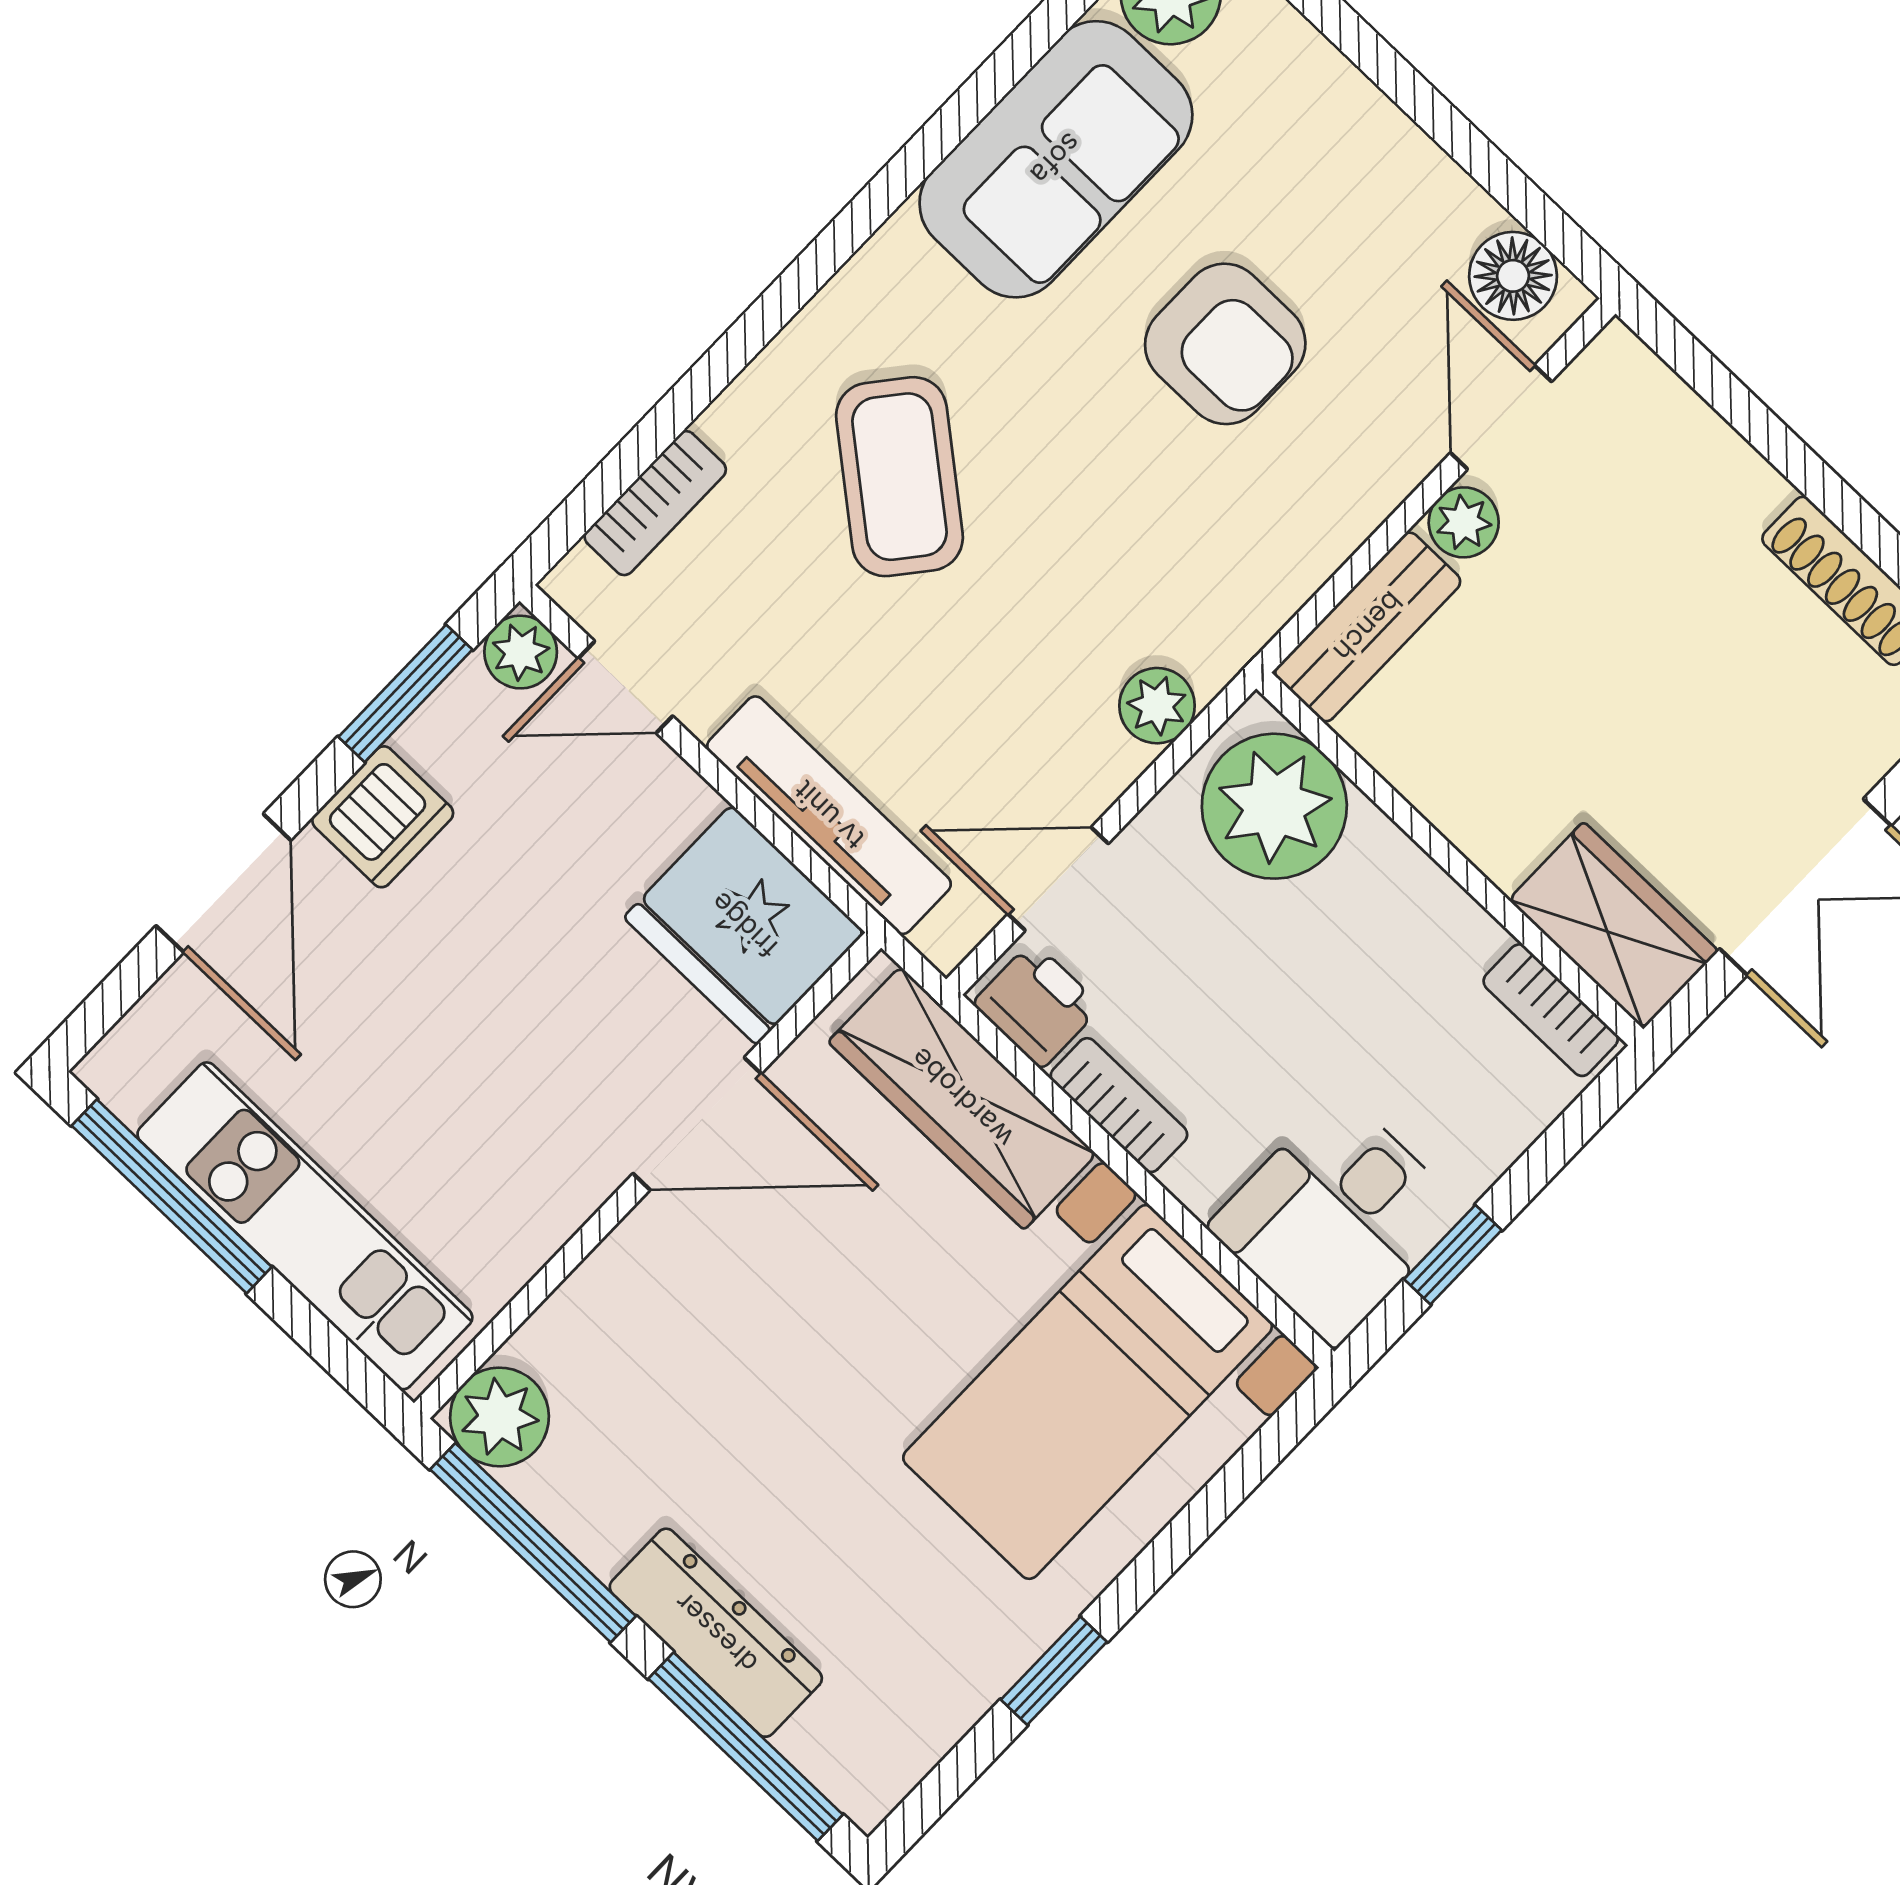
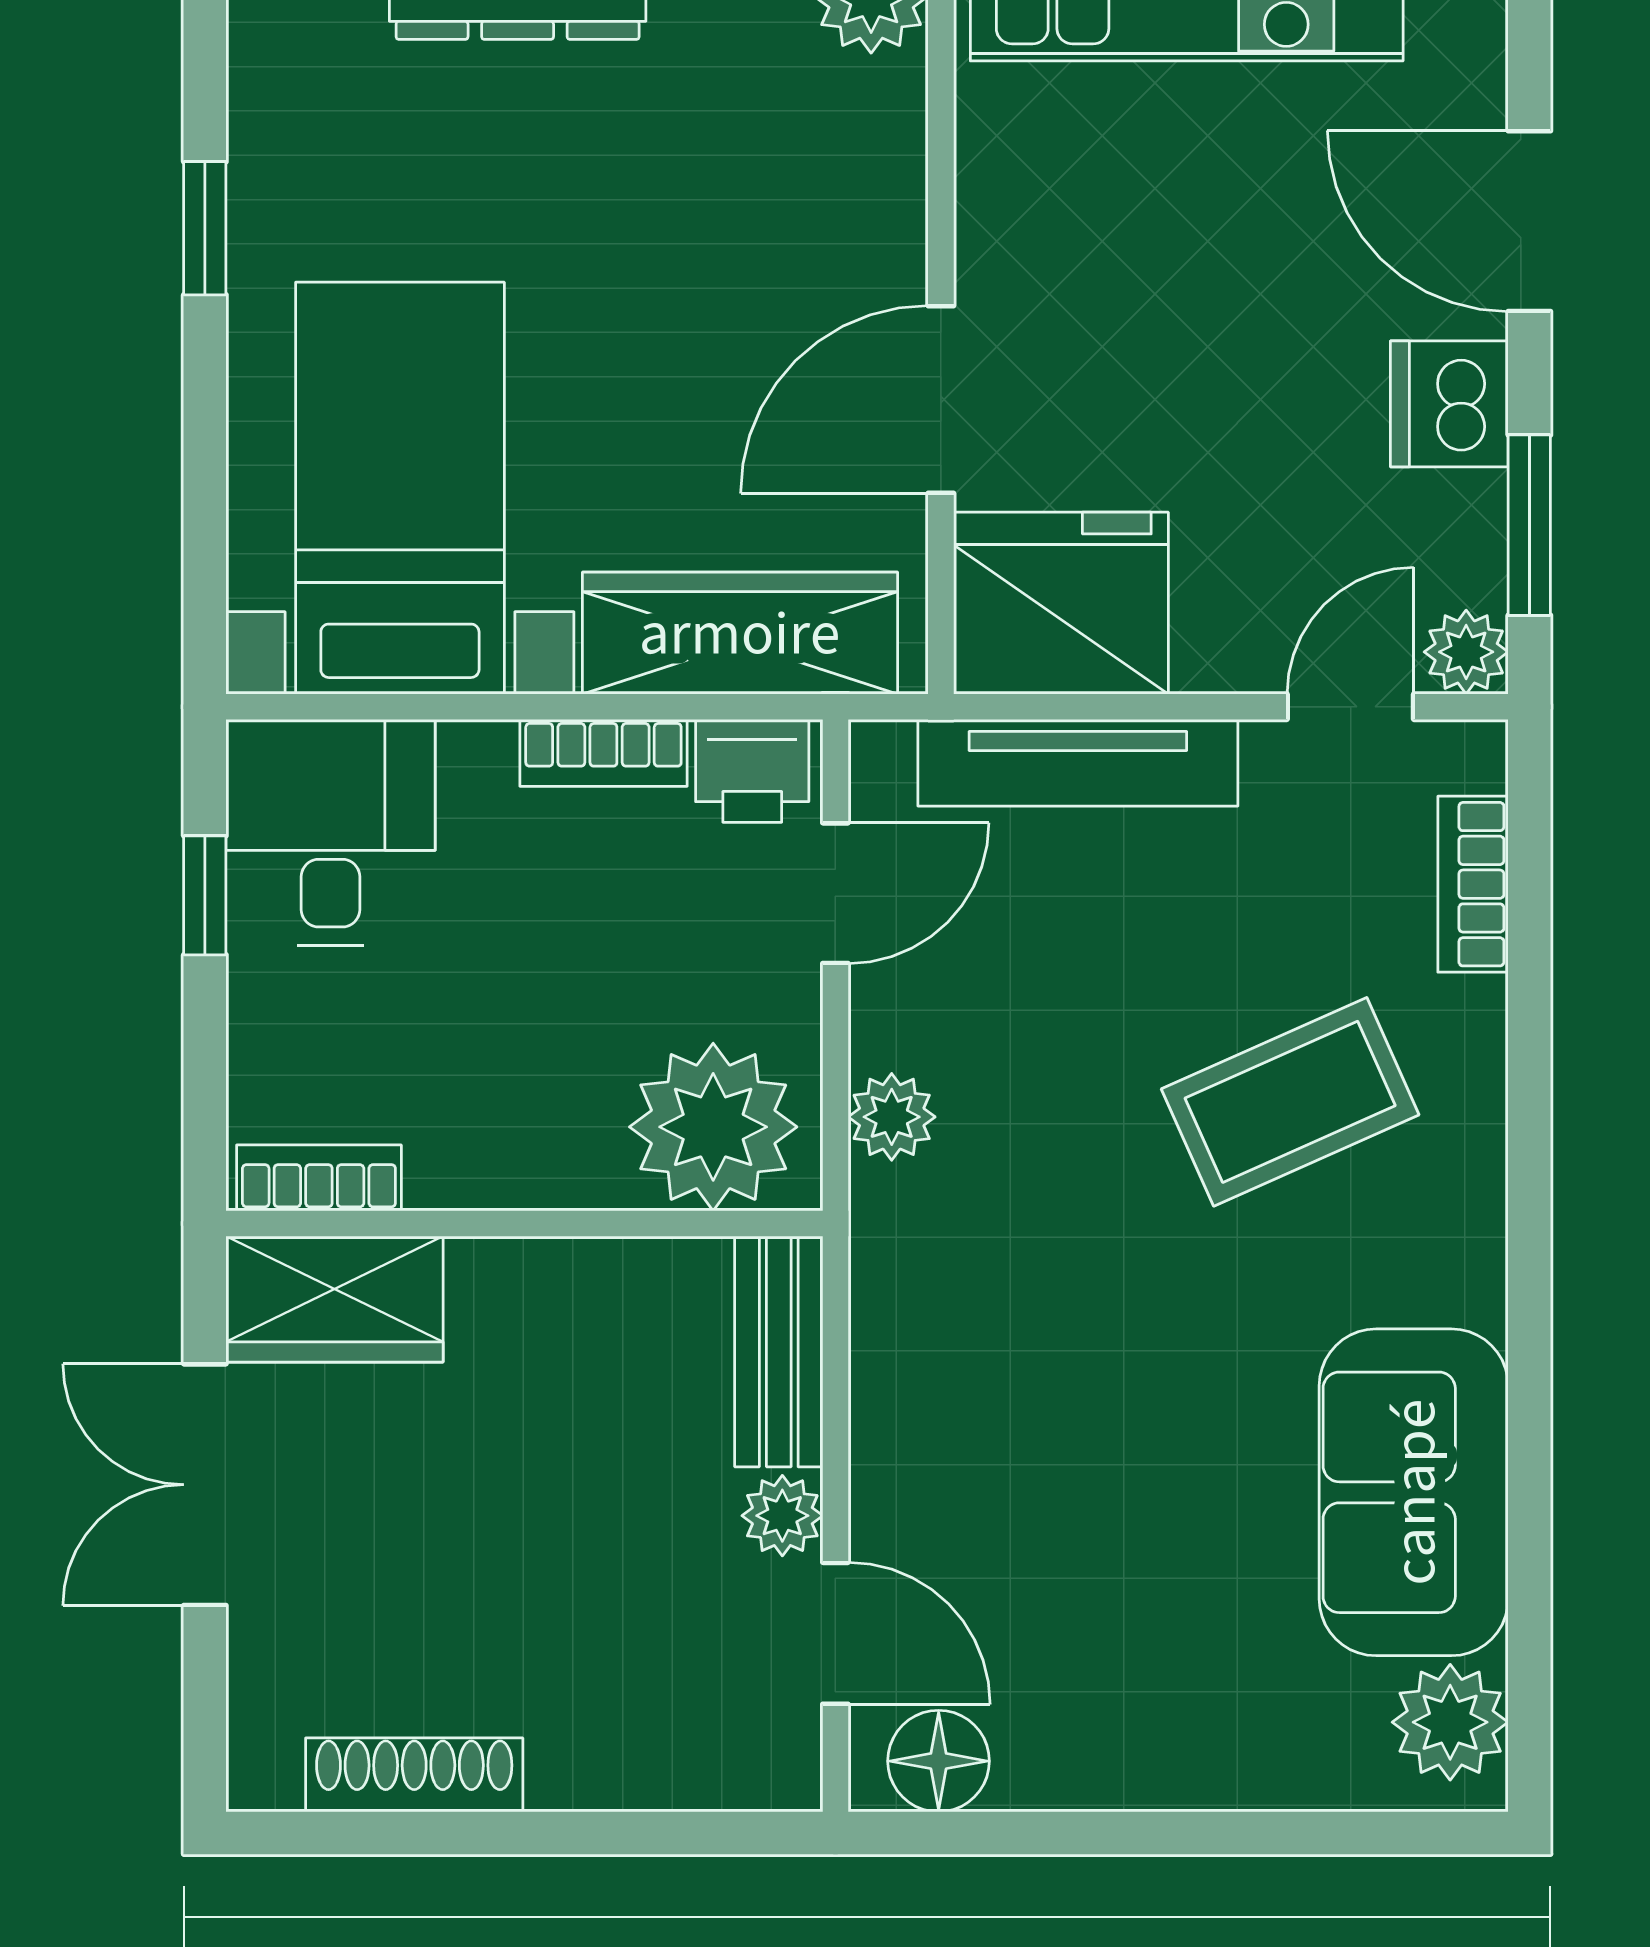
armchair: (1225, 344) -> (1124, 1474), removed
coffee table: (899, 477) -> (1290, 1102), turned -63

